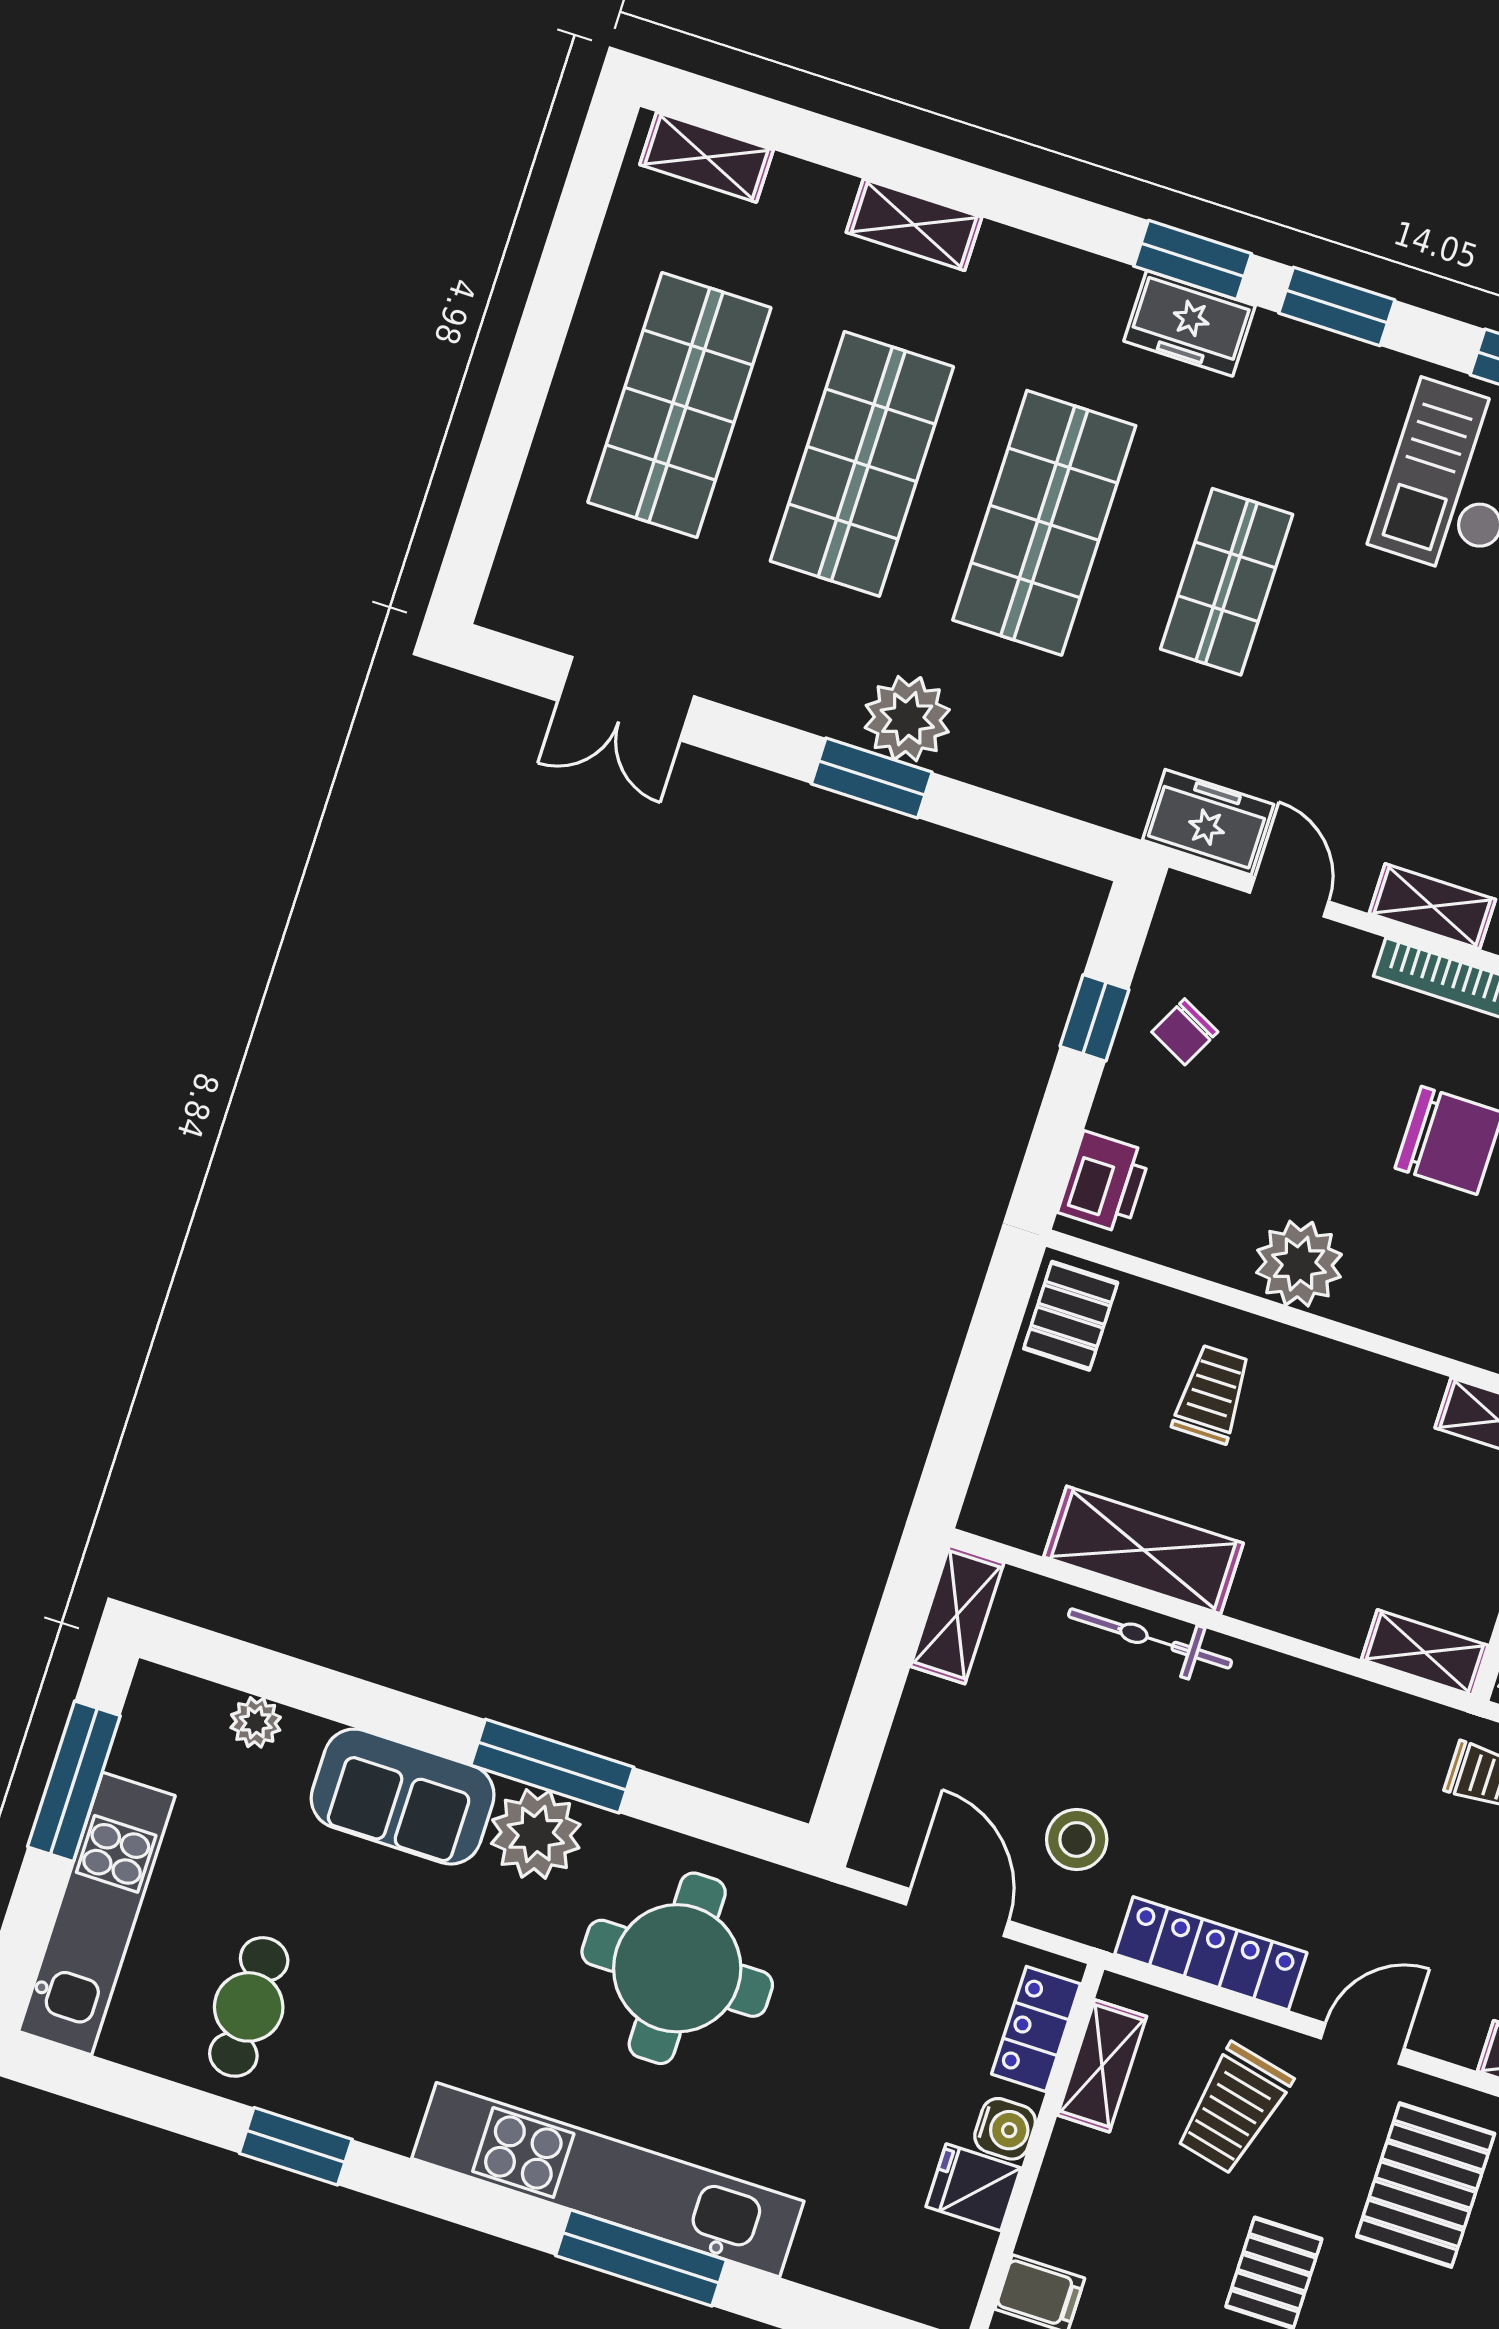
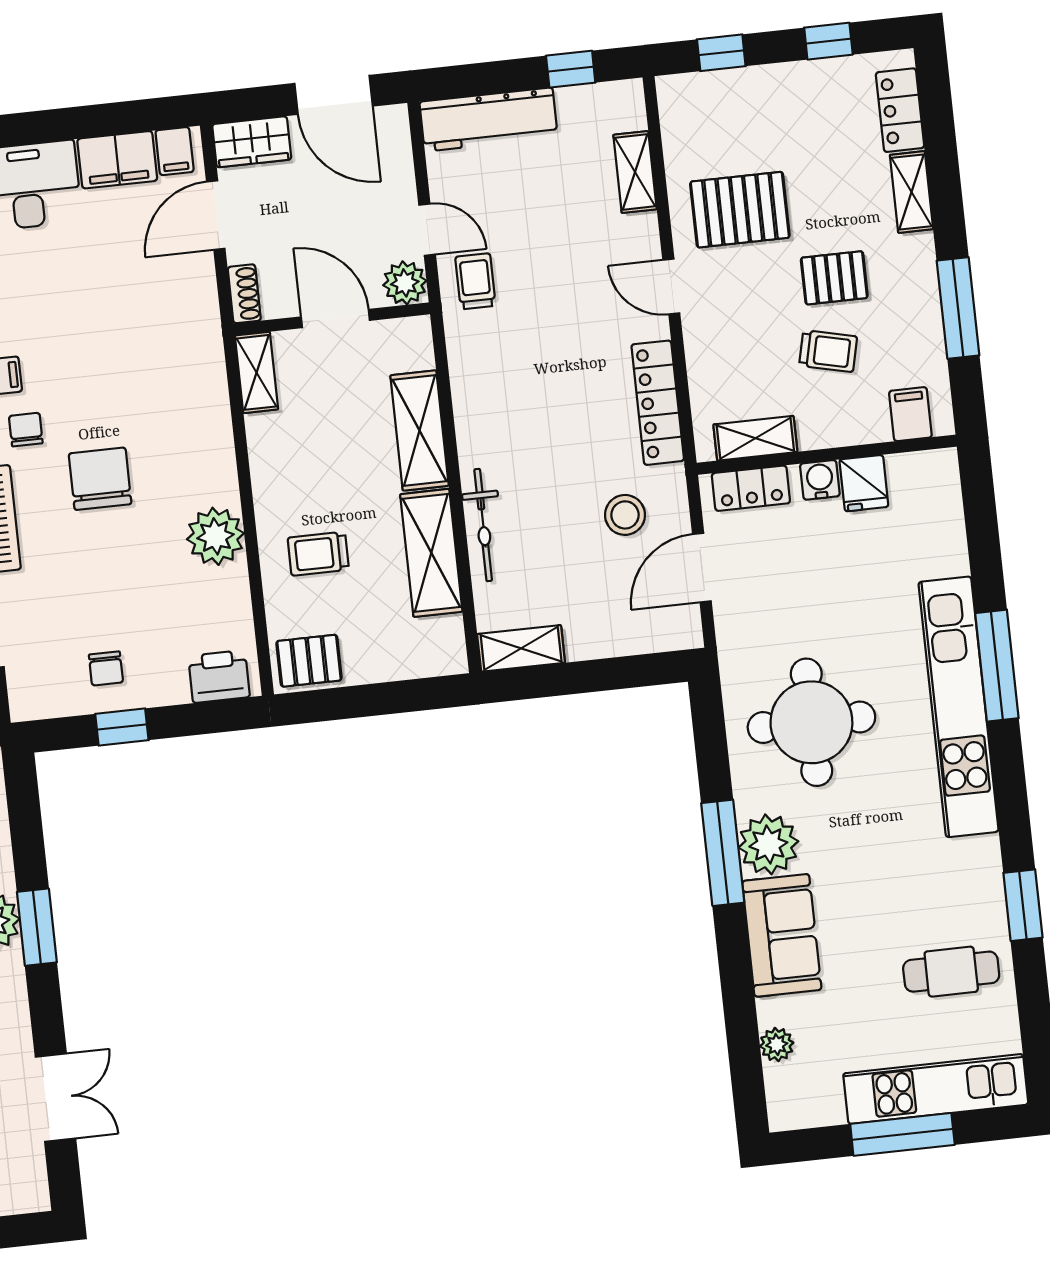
chair: (1185, 1032) -> (106, 668), turned 63
shelving: (1425, 1652) -> (420, 430), moved, width x1.50, depth x1.33
window: (74, 1781) -> (902, 1134), moved
trolley: (1234, 2109) -> (828, 351), moved, width x0.73, depth x0.72

